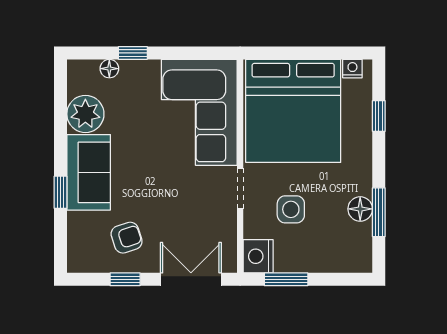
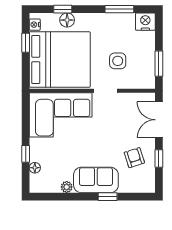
window: (322, 53) -> (26, 43), added
plant: (85, 114) -> (67, 187), width x0.53, depth x0.53
floor lamp: (360, 209) -> (67, 20), moved
nightstand: (258, 256) -> (145, 22), moved, turned 180

